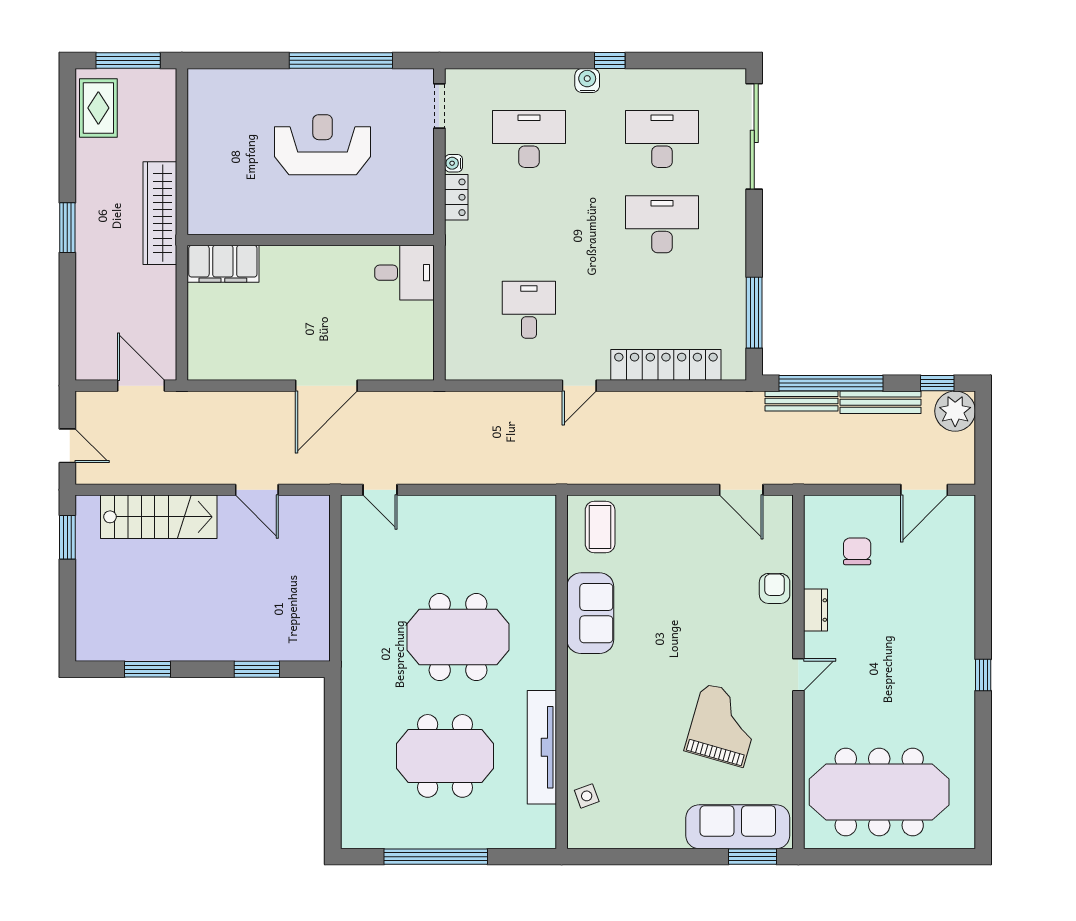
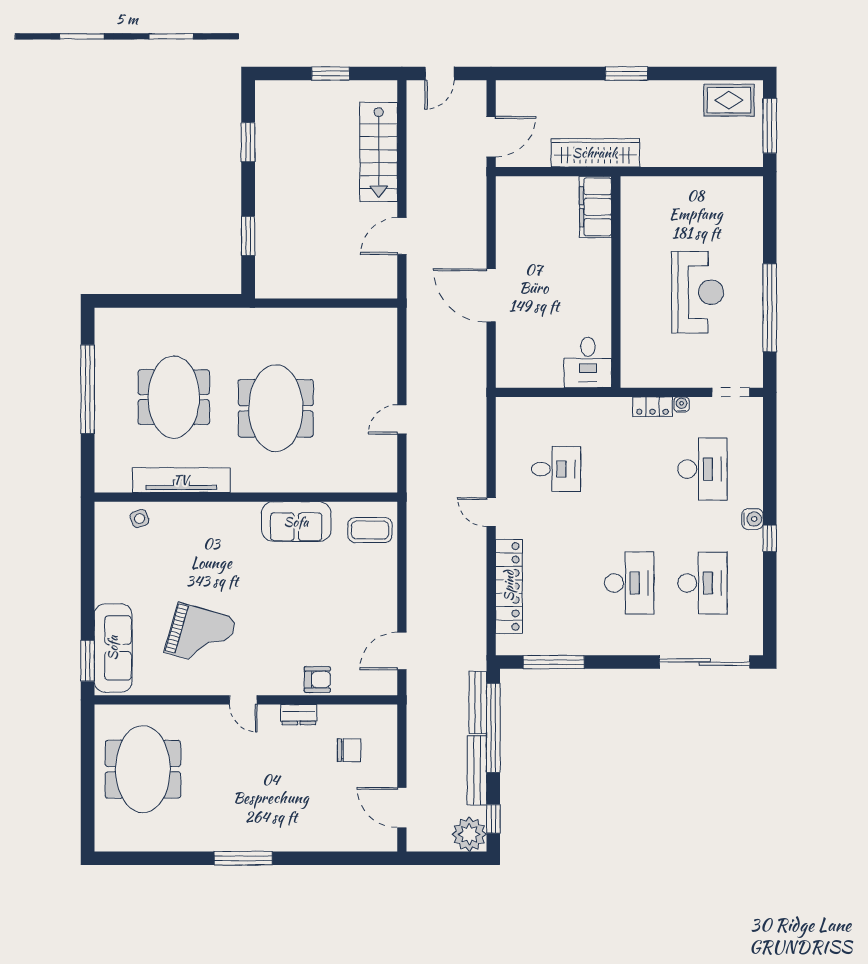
wardrobe: (160, 213) -> (595, 153), moved
door: (380, 490) -> (402, 419), moved
window: (67, 537) -> (330, 74), moved
window: (983, 675) -> (243, 858), width x2.17
meeting table: (879, 792) -> (143, 769), width x0.73

